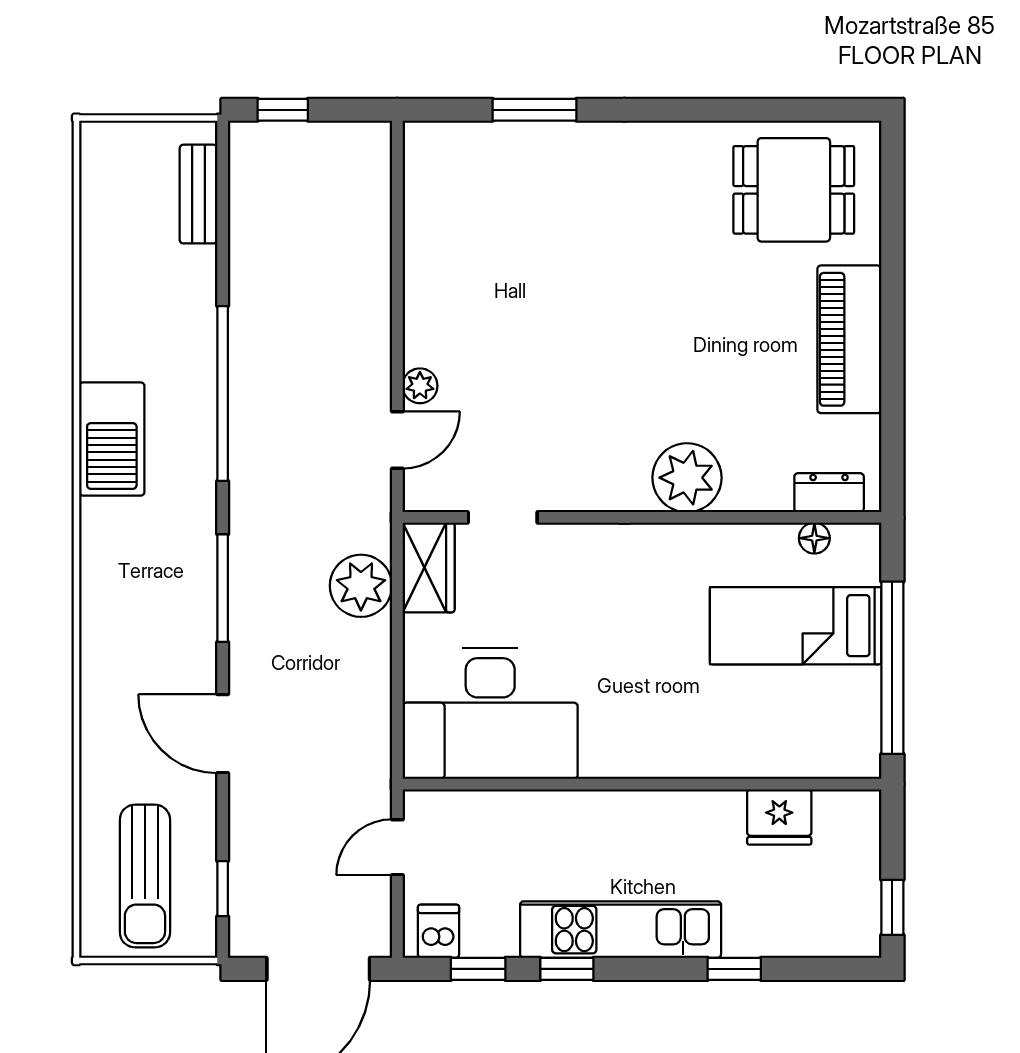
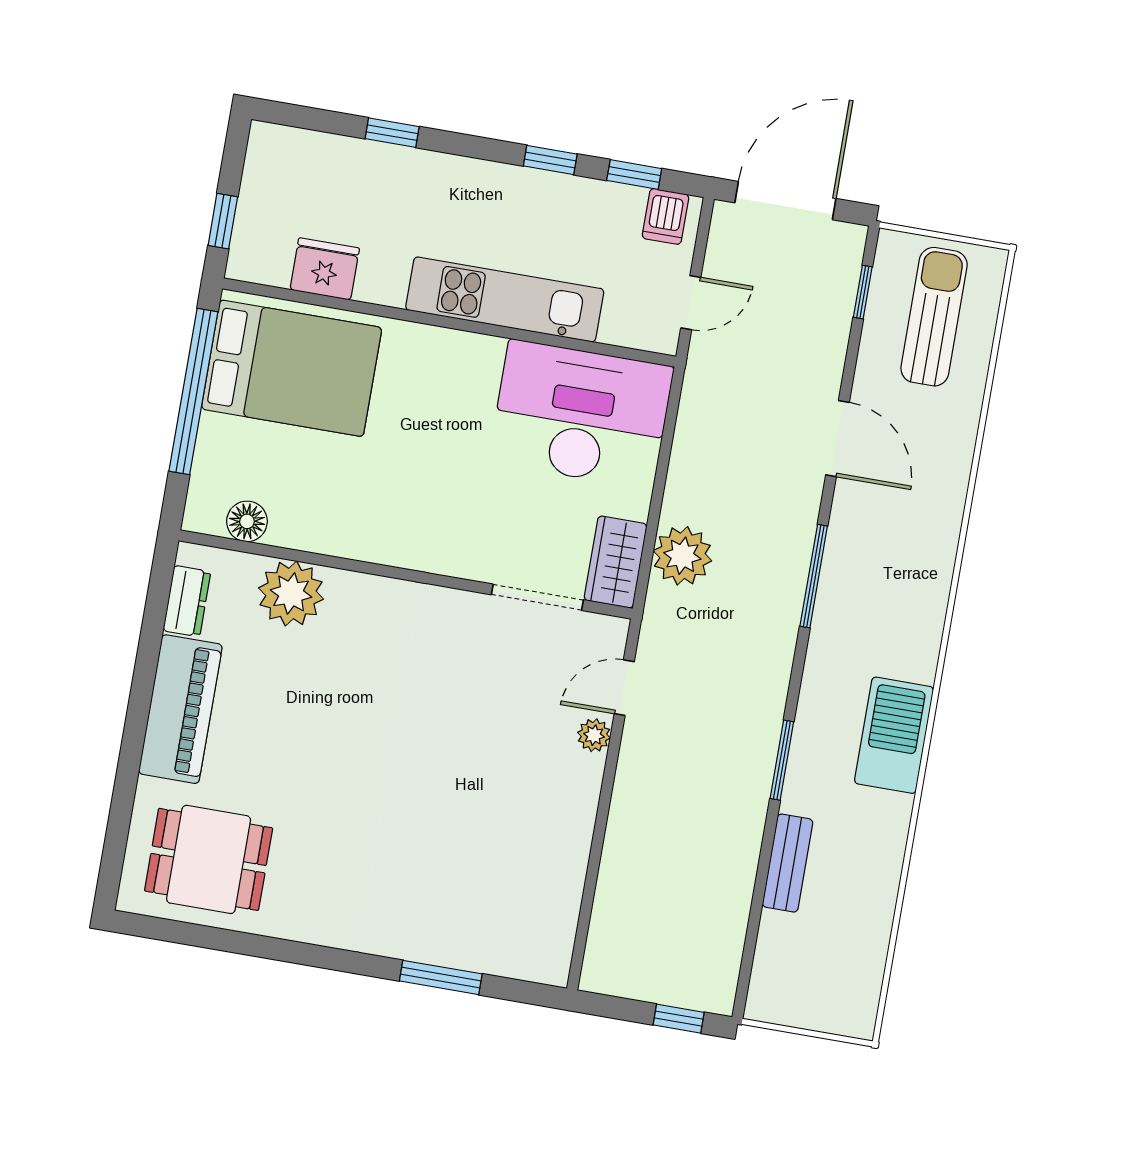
bench: (198, 194) -> (788, 863), moved
window: (223, 394) -> (782, 760), width x0.47
plant: (687, 478) -> (291, 593), moved
dresser: (829, 493) -> (187, 601), moved, turned -90
doorway: (503, 517) -> (537, 597), width x1.38
floor lamp: (814, 538) -> (247, 521), width x1.37, depth x1.37
bed: (796, 626) -> (292, 368), moved, width x1.50
window: (892, 907) -> (223, 221), moved
kitchen unit: (621, 930) -> (505, 299), moved, turned 180

